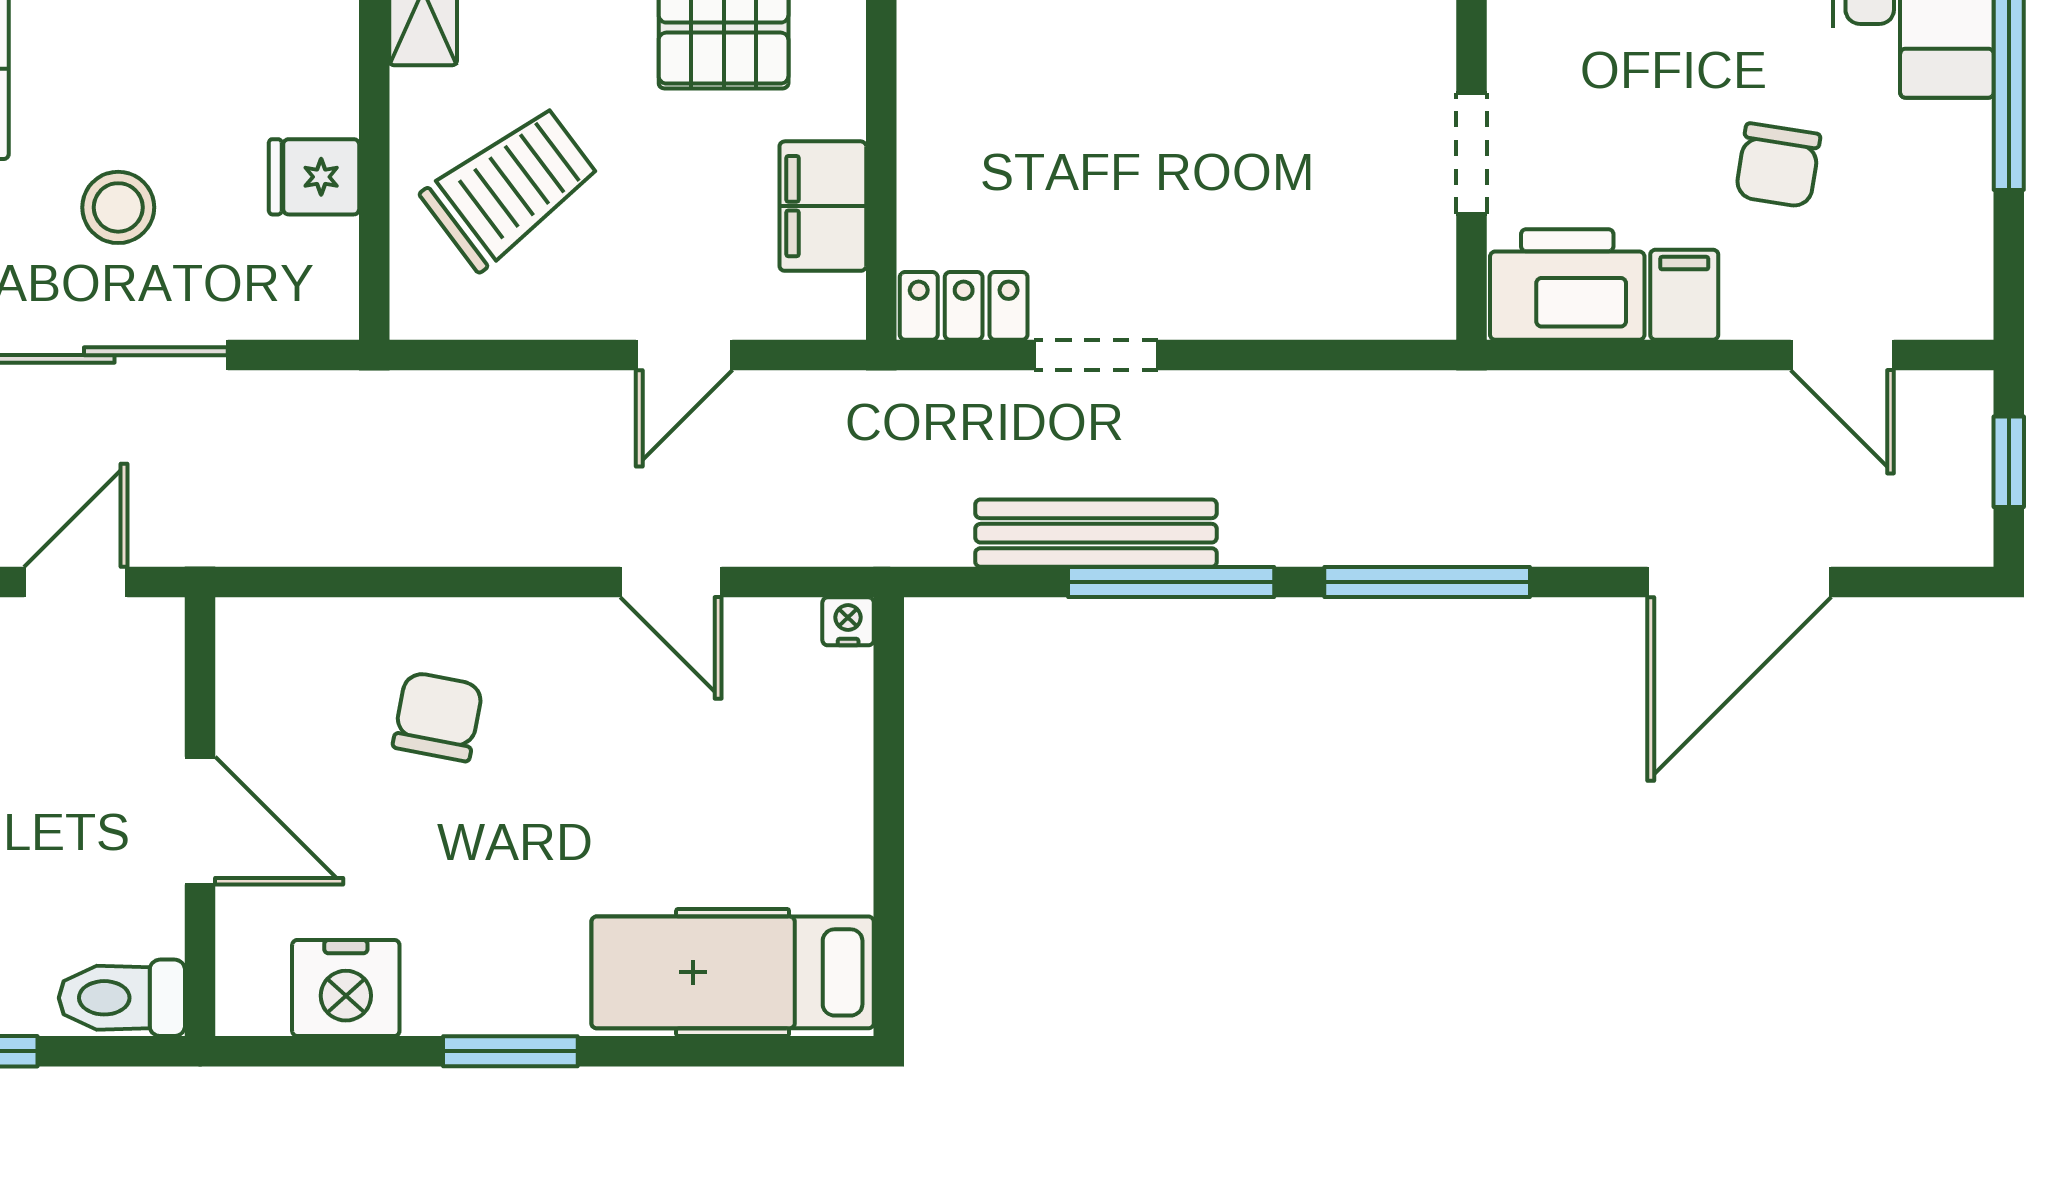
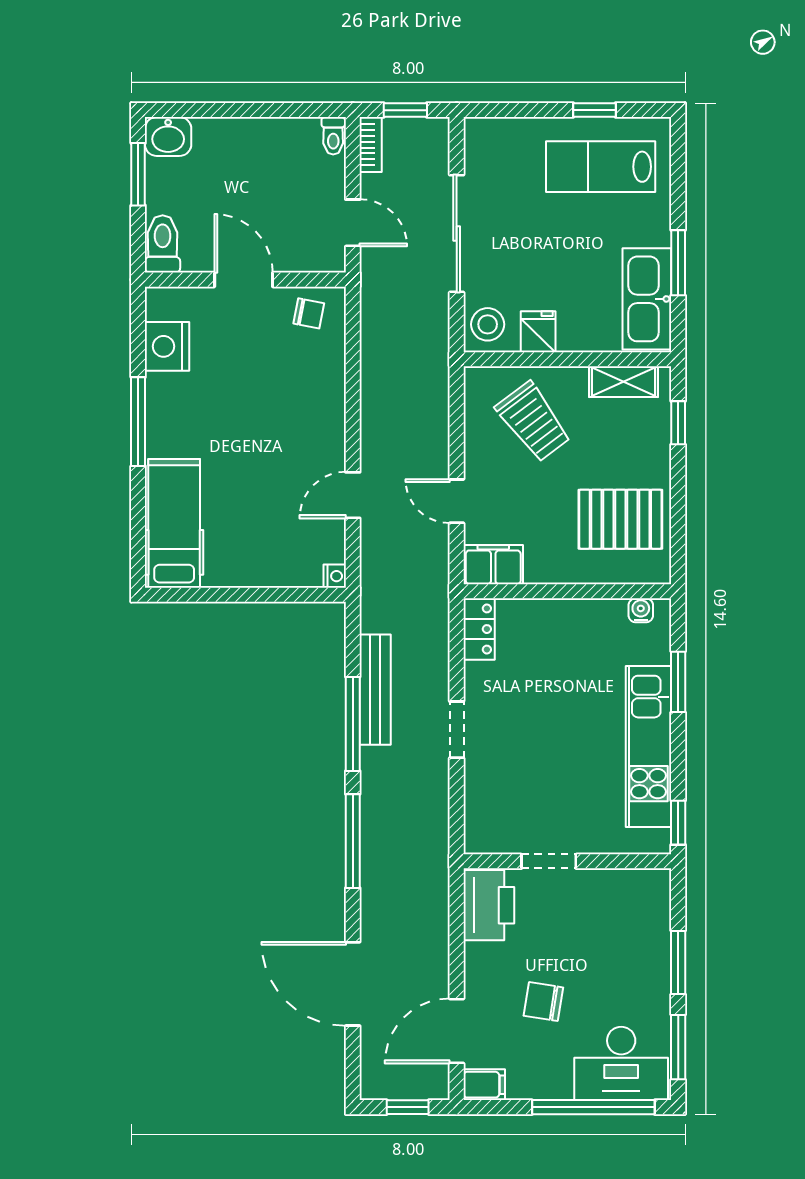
filing cabinet: (823, 206) -> (493, 565), moved
stool: (118, 207) -> (488, 324), moved
filing cabinet: (1684, 295) -> (484, 1085), moved
doorway: (1096, 355) -> (457, 730), moved
door: (1842, 355) -> (457, 1031), width x1.38
chair: (438, 717) -> (309, 313), moved, width x0.73, depth x0.73
door: (200, 821) -> (244, 280), swing flipped
window: (510, 1051) -> (138, 422), width x1.44

